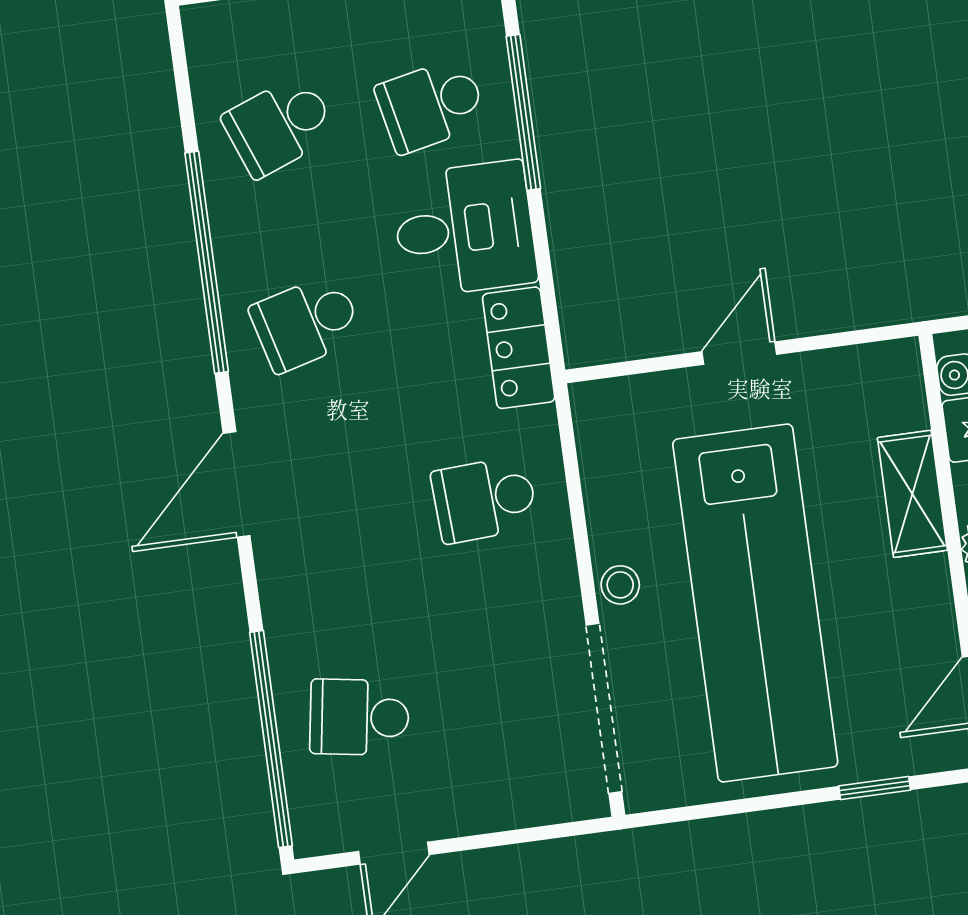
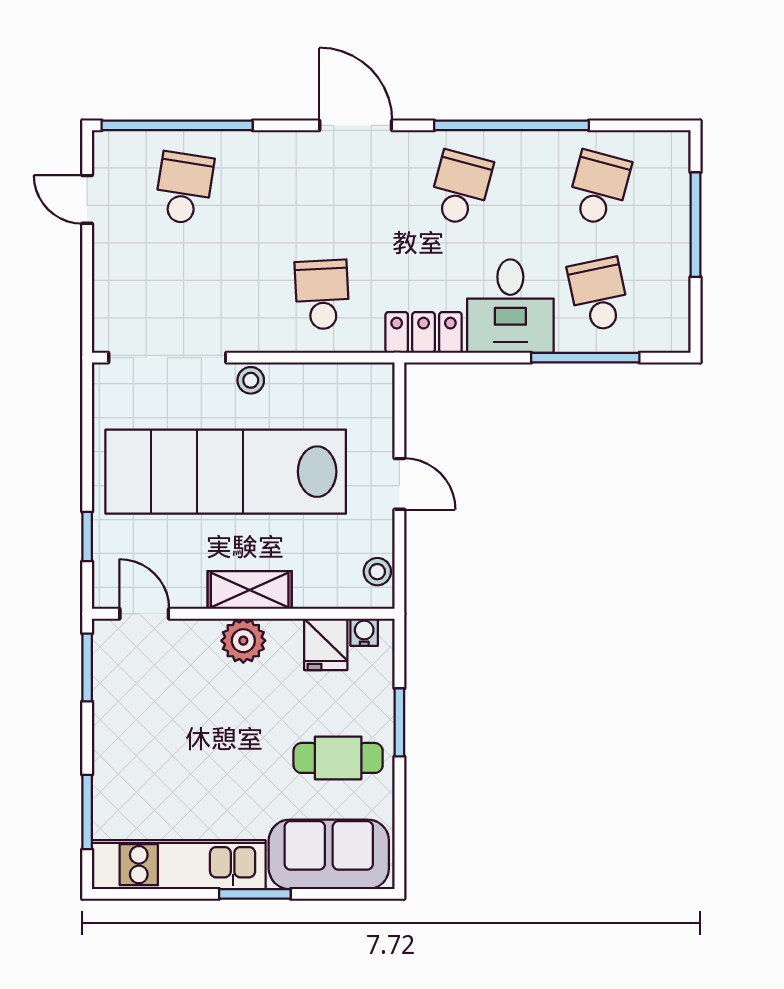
school desk: (279, 126) -> (599, 188), turned 36
school desk: (306, 323) -> (460, 188), turned 30
stool: (869, 368) -> (377, 572), added
shelving: (912, 494) -> (250, 590), moved

